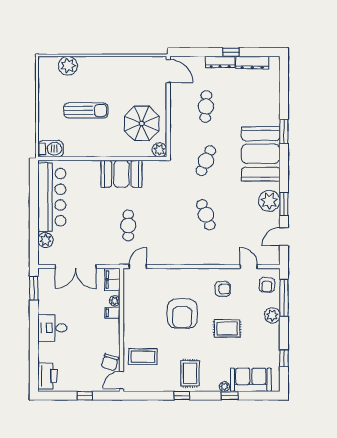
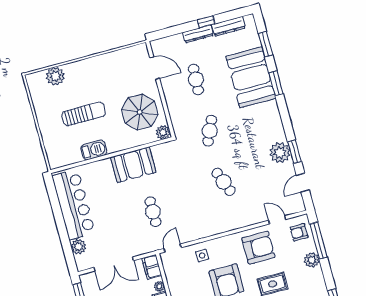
door: (168, 71) -> (155, 68), moved
window: (284, 90) -> (265, 44), added
barbecue: (50, 149) -> (94, 150), moved
booth: (261, 154) -> (251, 77), moved
side table: (165, 282) -> (202, 255), added
armchair: (267, 285) -> (299, 232), turned 85
armchair: (223, 289) -> (258, 248), width x1.88, depth x1.88

